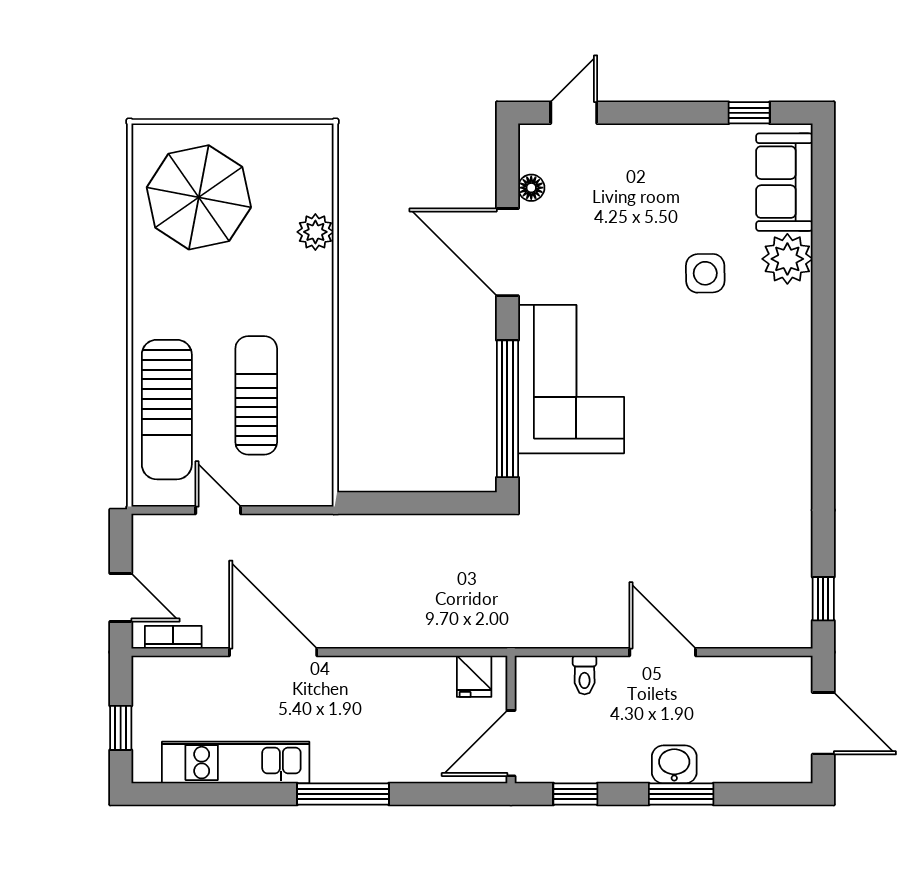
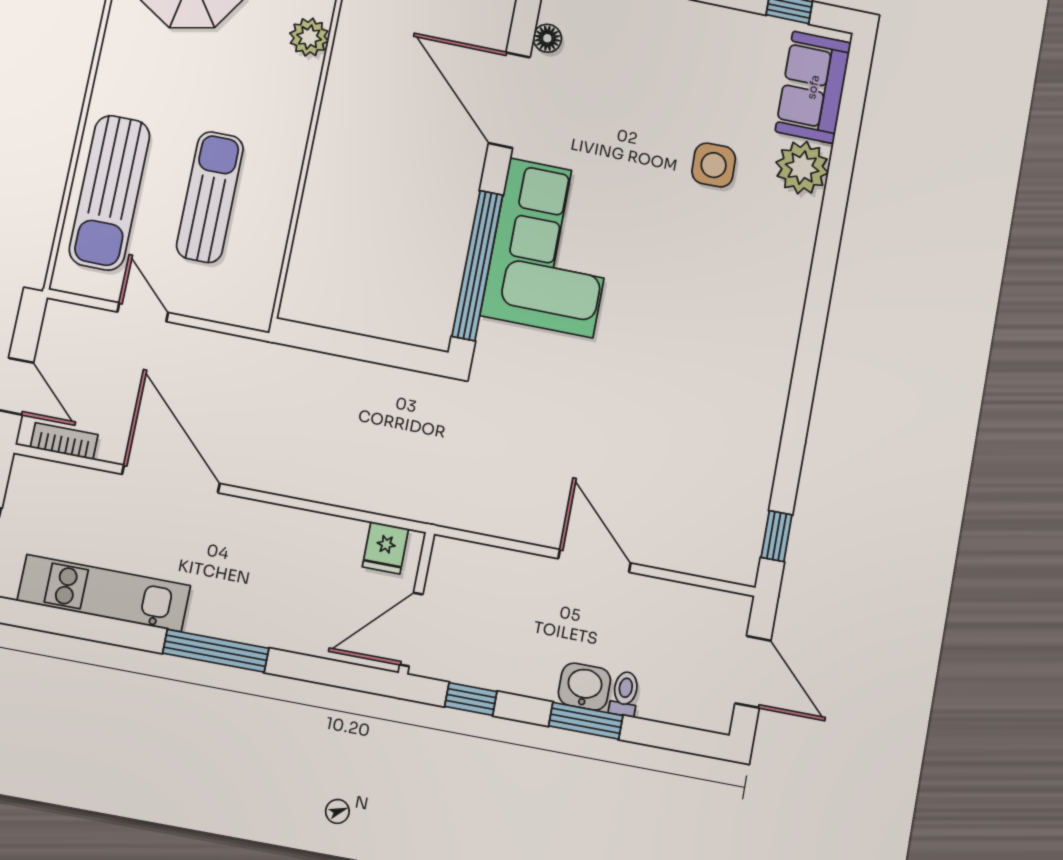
toilet: (585, 675) -> (625, 694), moved, turned 180

